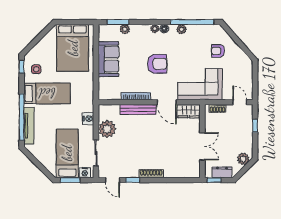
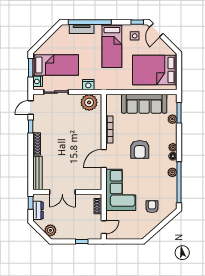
door: (30, 46) -> (156, 30), added
sofa: (108, 59) -> (144, 104), width x1.36
bench: (138, 110) -> (37, 173), moved
wardrobe: (189, 111) -> (95, 179), removed
tv unit: (29, 126) -> (82, 29), width x0.71
plant: (107, 129) -> (89, 102), moved

